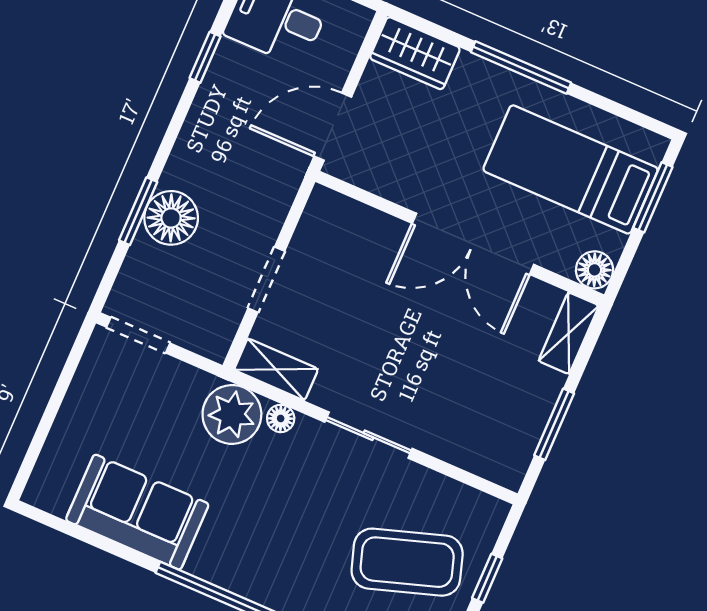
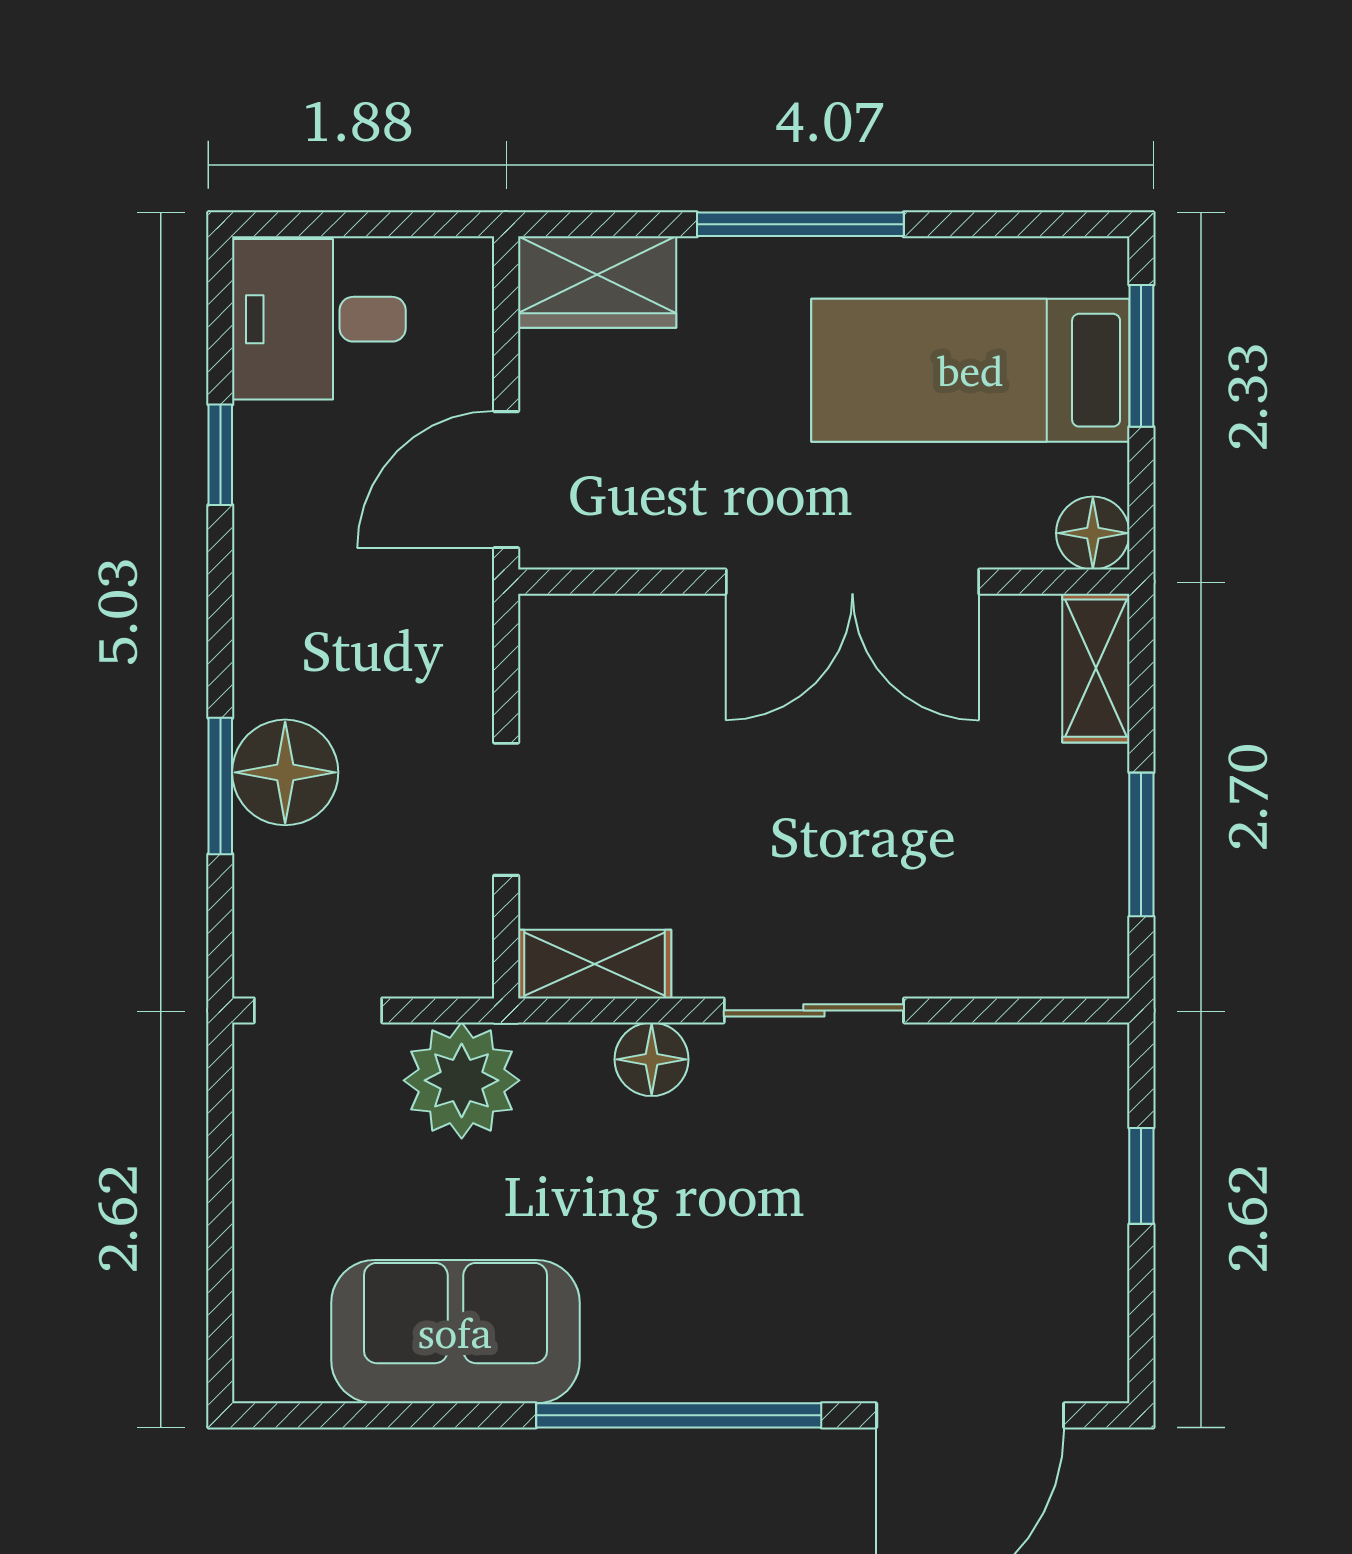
plant: (232, 414) -> (462, 1080), moved
floor lamp: (281, 418) -> (652, 1059), width x1.37, depth x1.37
coffee table: (407, 562) -> (984, 1210), removed

